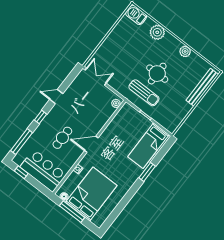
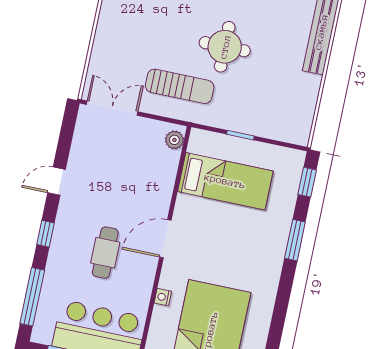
sun lounger: (144, 93) -> (180, 86), moved
bed: (148, 146) -> (225, 181), moved, turned -90
window: (165, 150) -> (307, 182), added

